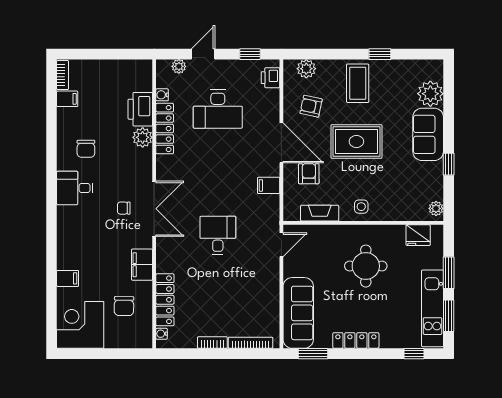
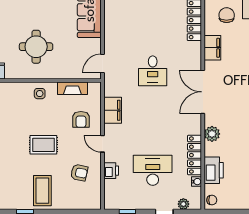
plant: (306, 69) -> (83, 202), removed
printer: (270, 78) -> (111, 171), moved
plant: (143, 137) -> (212, 134), moved
rug: (356, 142) -> (43, 145), width x0.73, depth x0.70
door: (281, 143) -> (103, 144), width x0.53
filing cabinet: (269, 185) -> (113, 110), width x2.00
chair: (124, 208) -> (212, 200), moved

